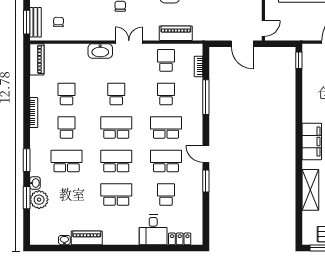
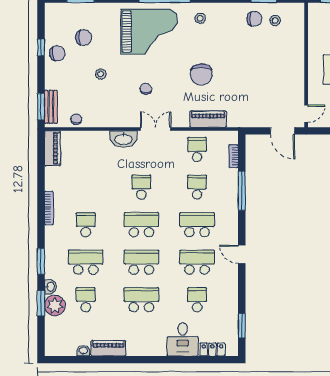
chair: (59, 22) -> (76, 119), moved
school desk: (67, 94) -> (86, 300), moved
window: (206, 181) -> (242, 326), moved

